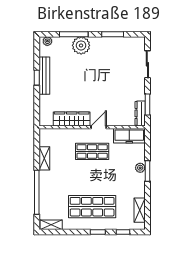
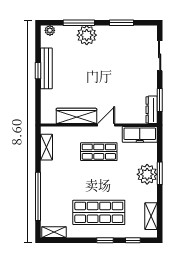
shelving: (44, 158) -> (46, 147), moved
plant: (140, 168) -> (147, 174), width x1.87, depth x1.87

